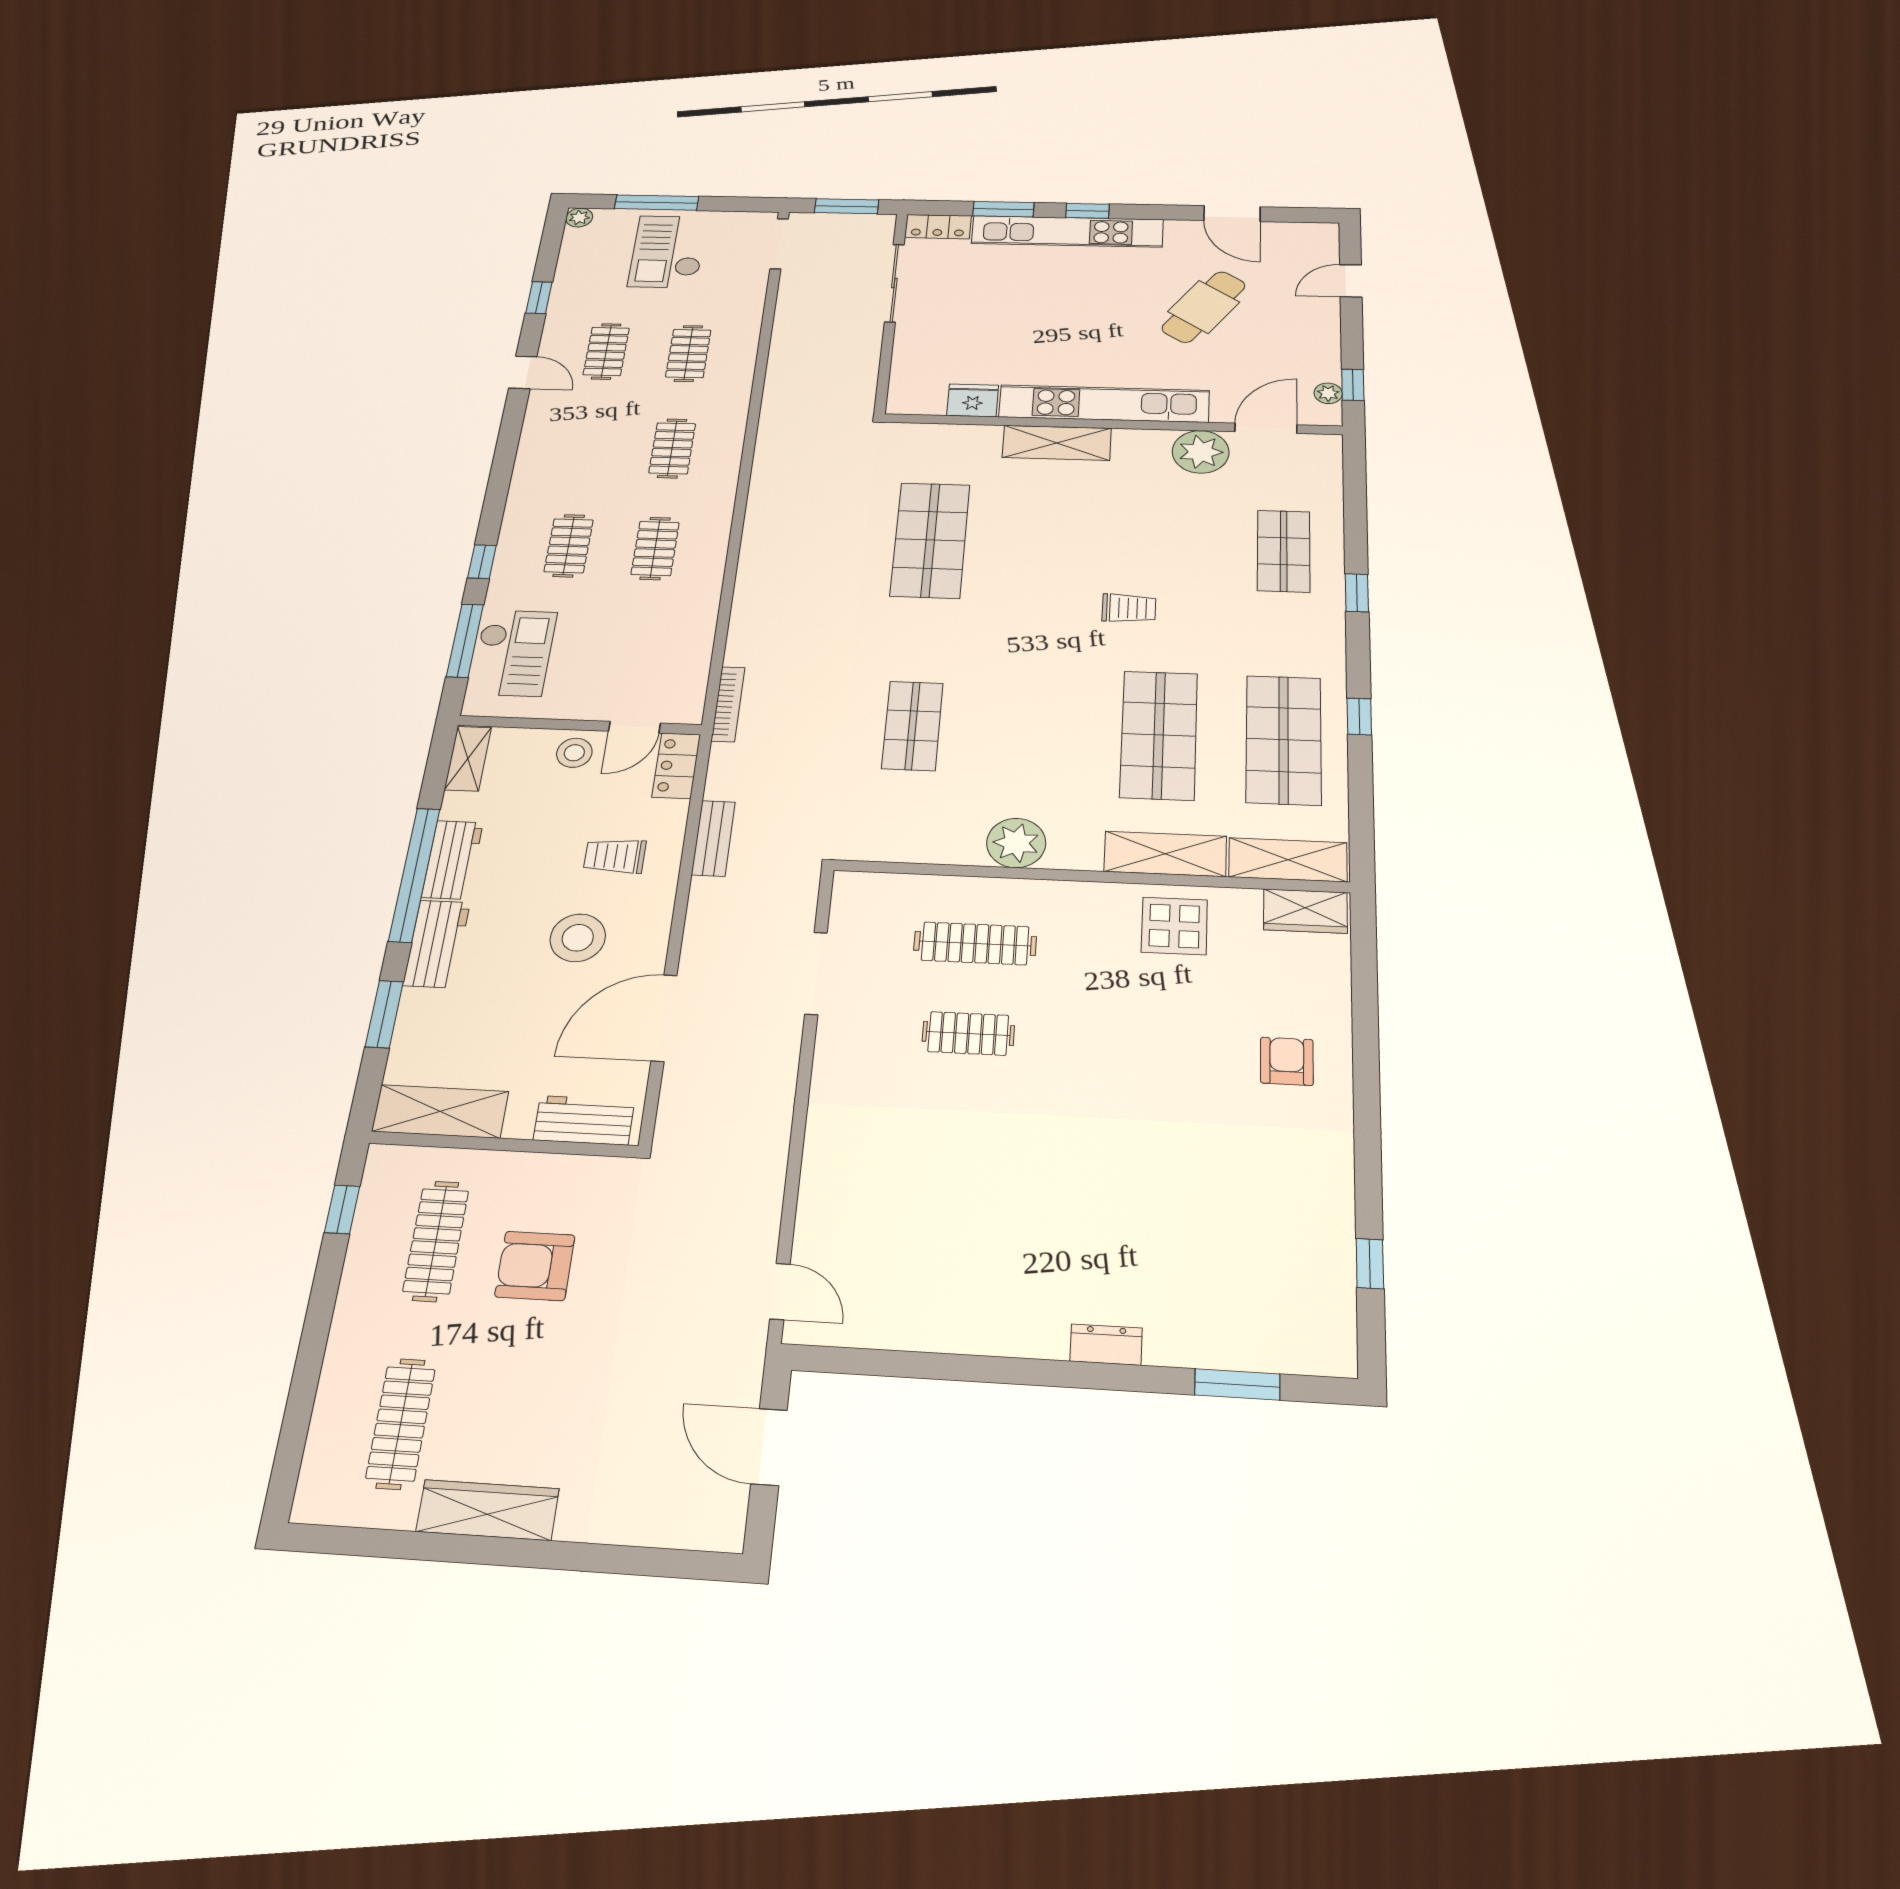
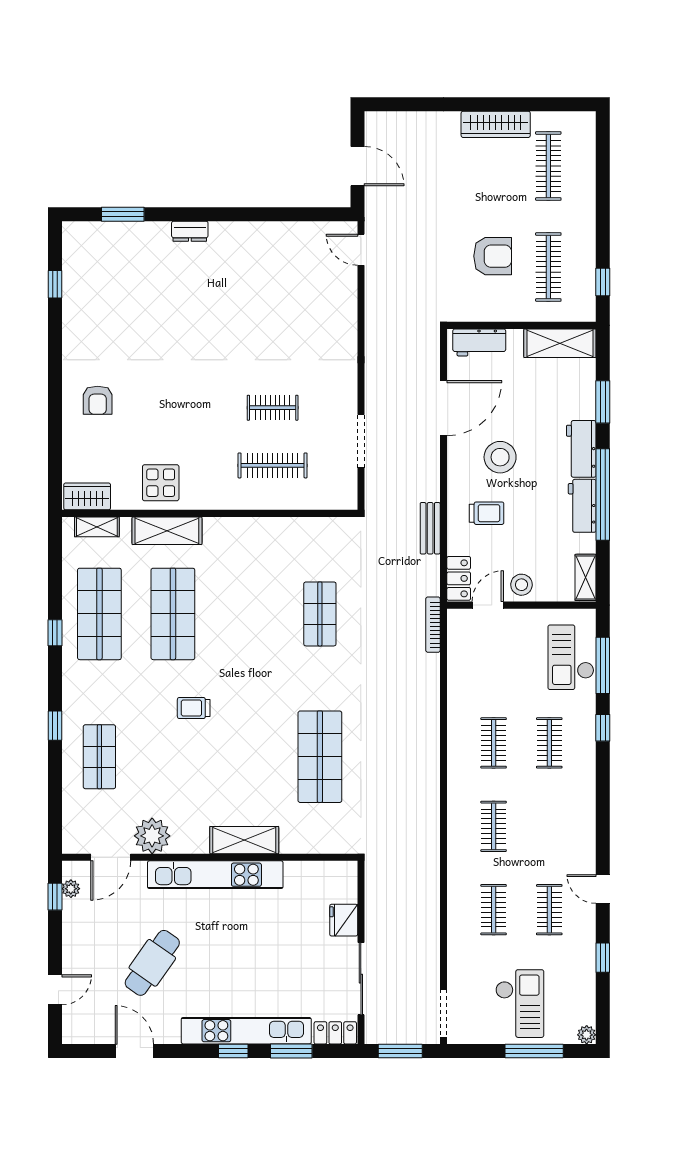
fridge: (973, 400) -> (344, 920), moved, turned 90
plant: (1016, 843) -> (253, 534), removed
shelving: (1288, 860) -> (97, 527), width x0.67, depth x0.75

